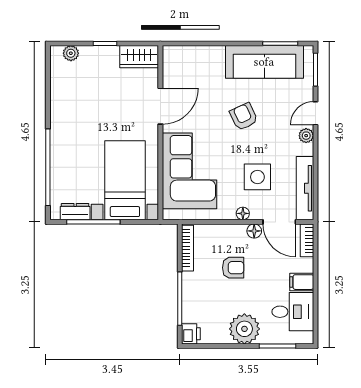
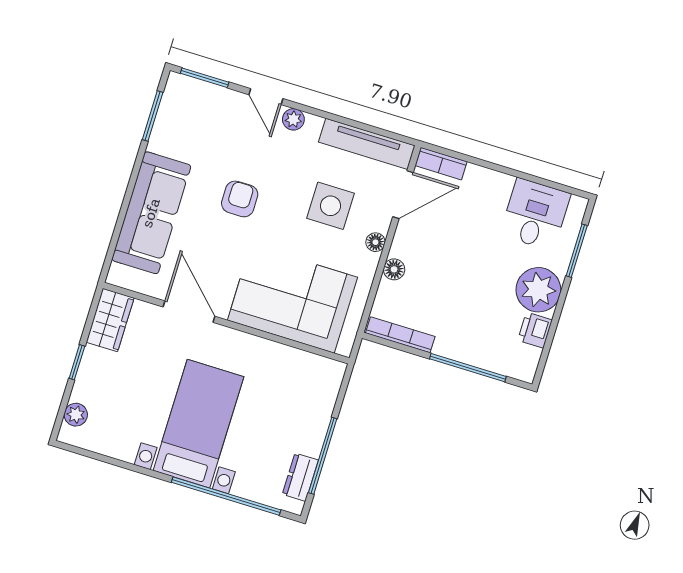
sofa: (264, 62) -> (151, 213), moved
armchair: (244, 117) -> (240, 199), turned 115
bed with nightstands: (125, 180) -> (198, 424), moved, turned 90
floor lamp: (254, 231) -> (394, 269), moved
armchair: (233, 268) -> (447, 279), removed
filing cabinet: (302, 282) -> (497, 189), removed
printer: (191, 334) -> (535, 330), moved, turned -90

